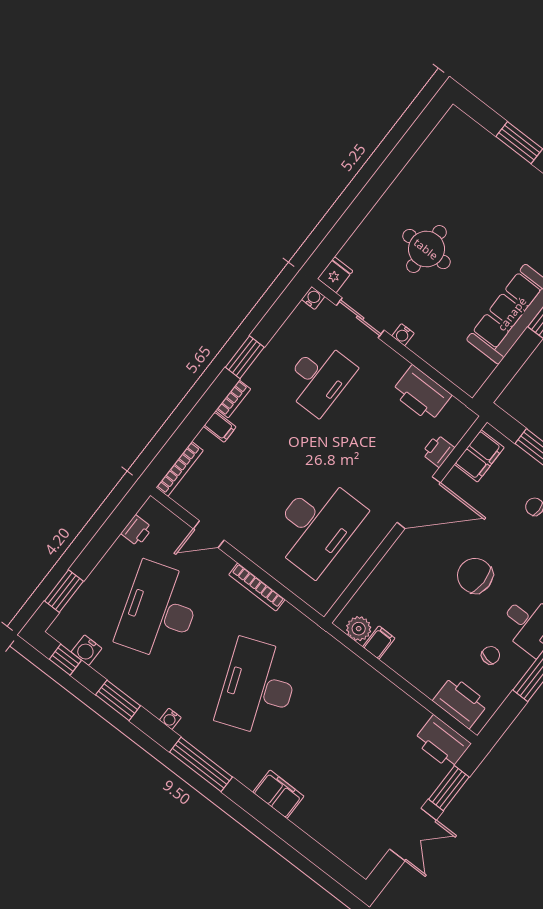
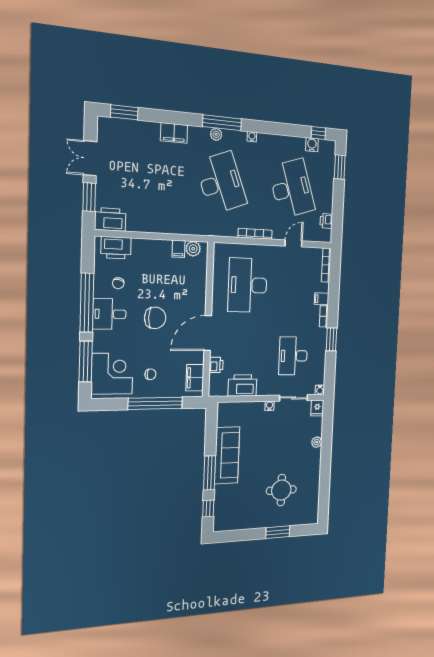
plant: (371, 226) -> (317, 442), added
round table: (426, 249) -> (281, 490), moved
window: (118, 700) -> (124, 112), moved
plant: (220, 755) -> (216, 134), added

